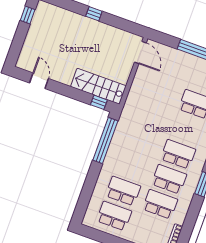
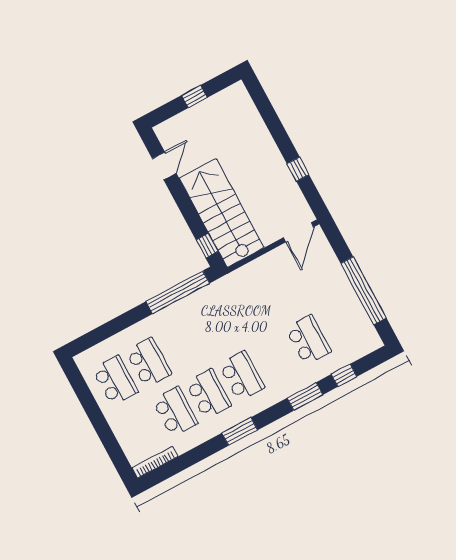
window: (94, 14) -> (298, 169), moved
window: (28, 15) -> (194, 96), moved
stairs: (98, 86) -> (222, 213), width x1.36, depth x1.51

